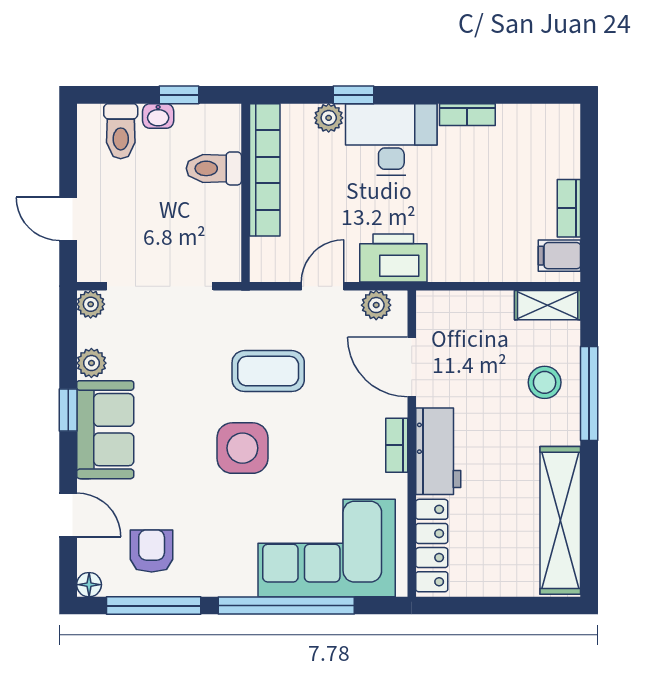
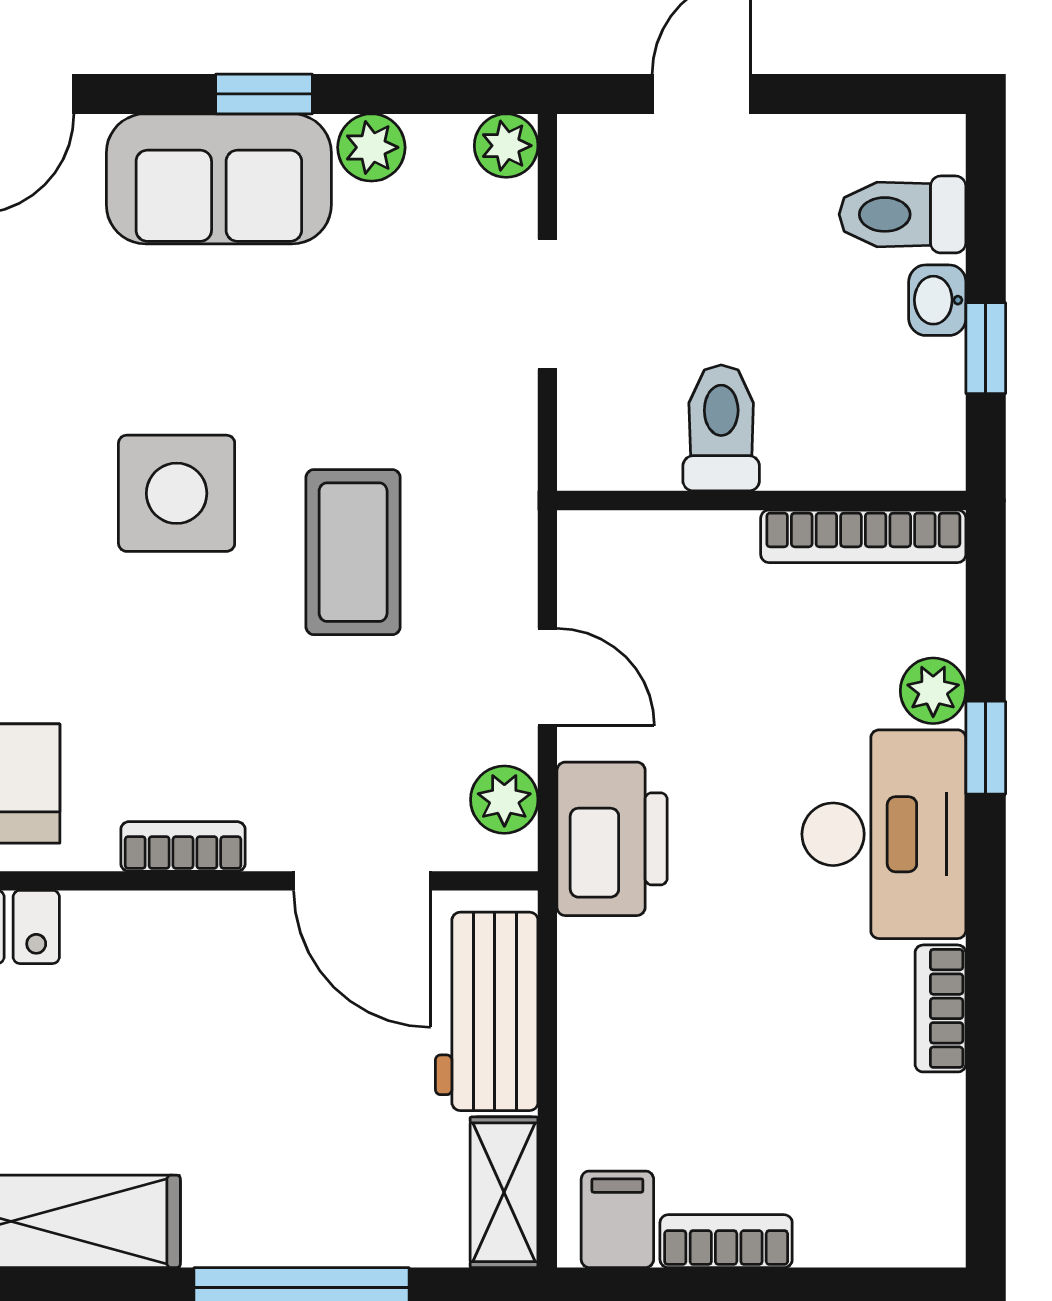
toilet: (214, 168) -> (721, 428), moved
bookcase: (265, 170) -> (863, 536), width x0.68, depth x0.76
doorway: (160, 286) -> (547, 304), width x0.53
door: (412, 367) -> (362, 881), swing flipped
stool: (545, 382) -> (327, 1185), removed
workbench: (438, 451) -> (487, 1011), moved, turned 90

